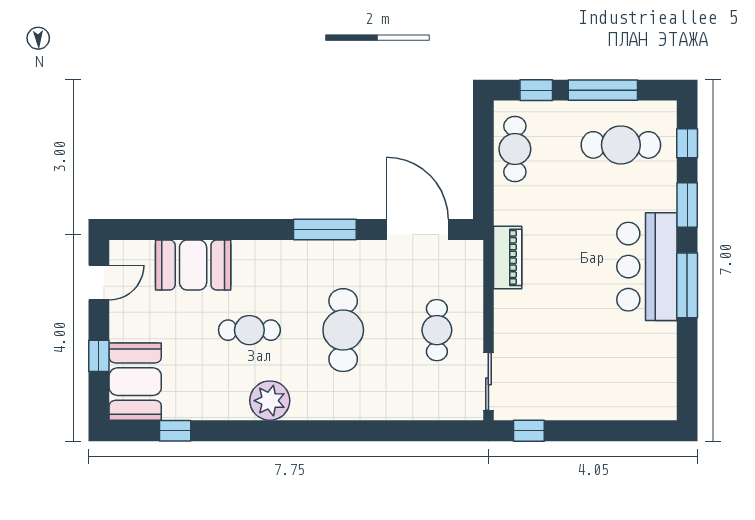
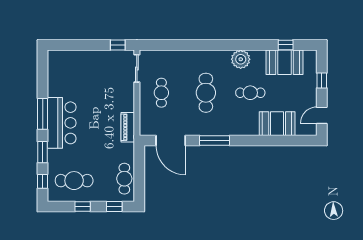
window: (603, 90) -> (83, 207), width x0.46
booth: (135, 382) -> (285, 62), moved, turned 90

